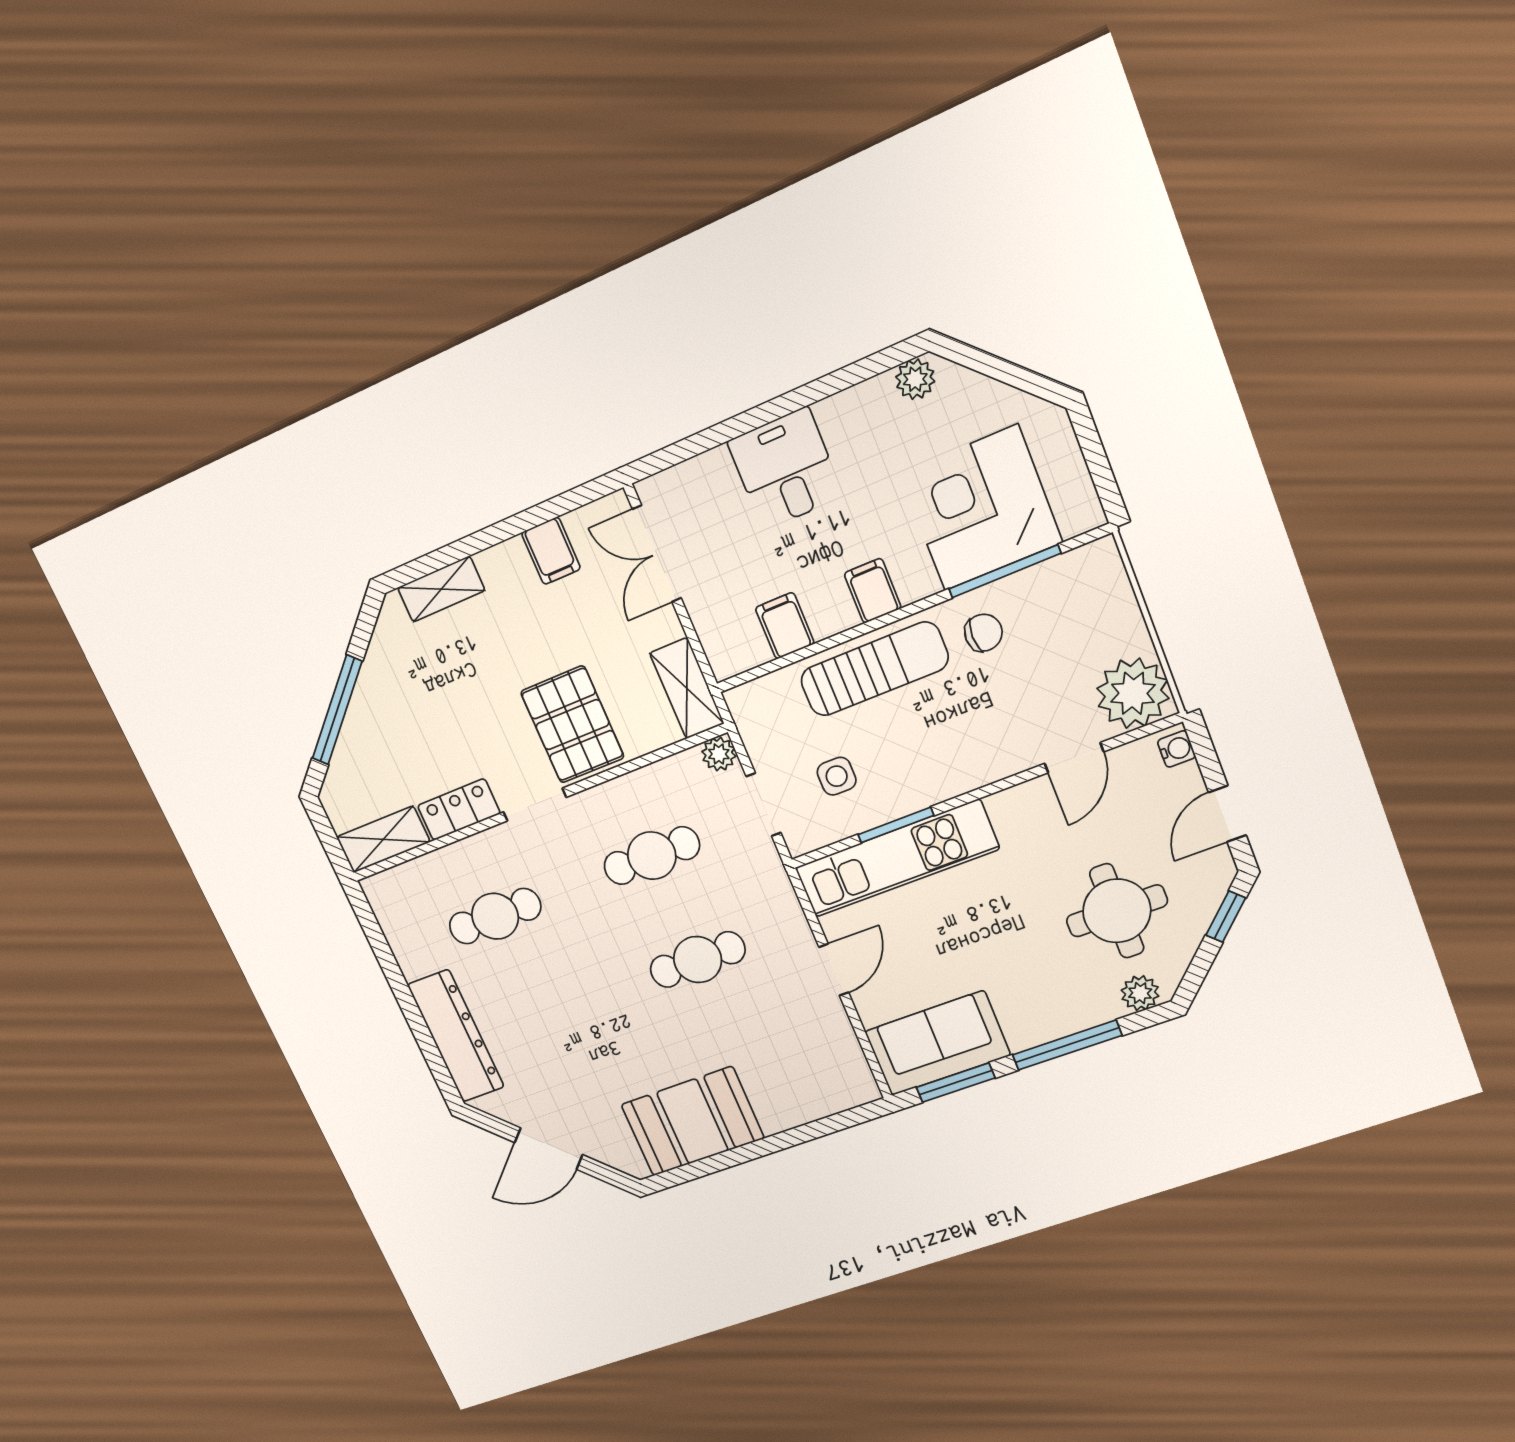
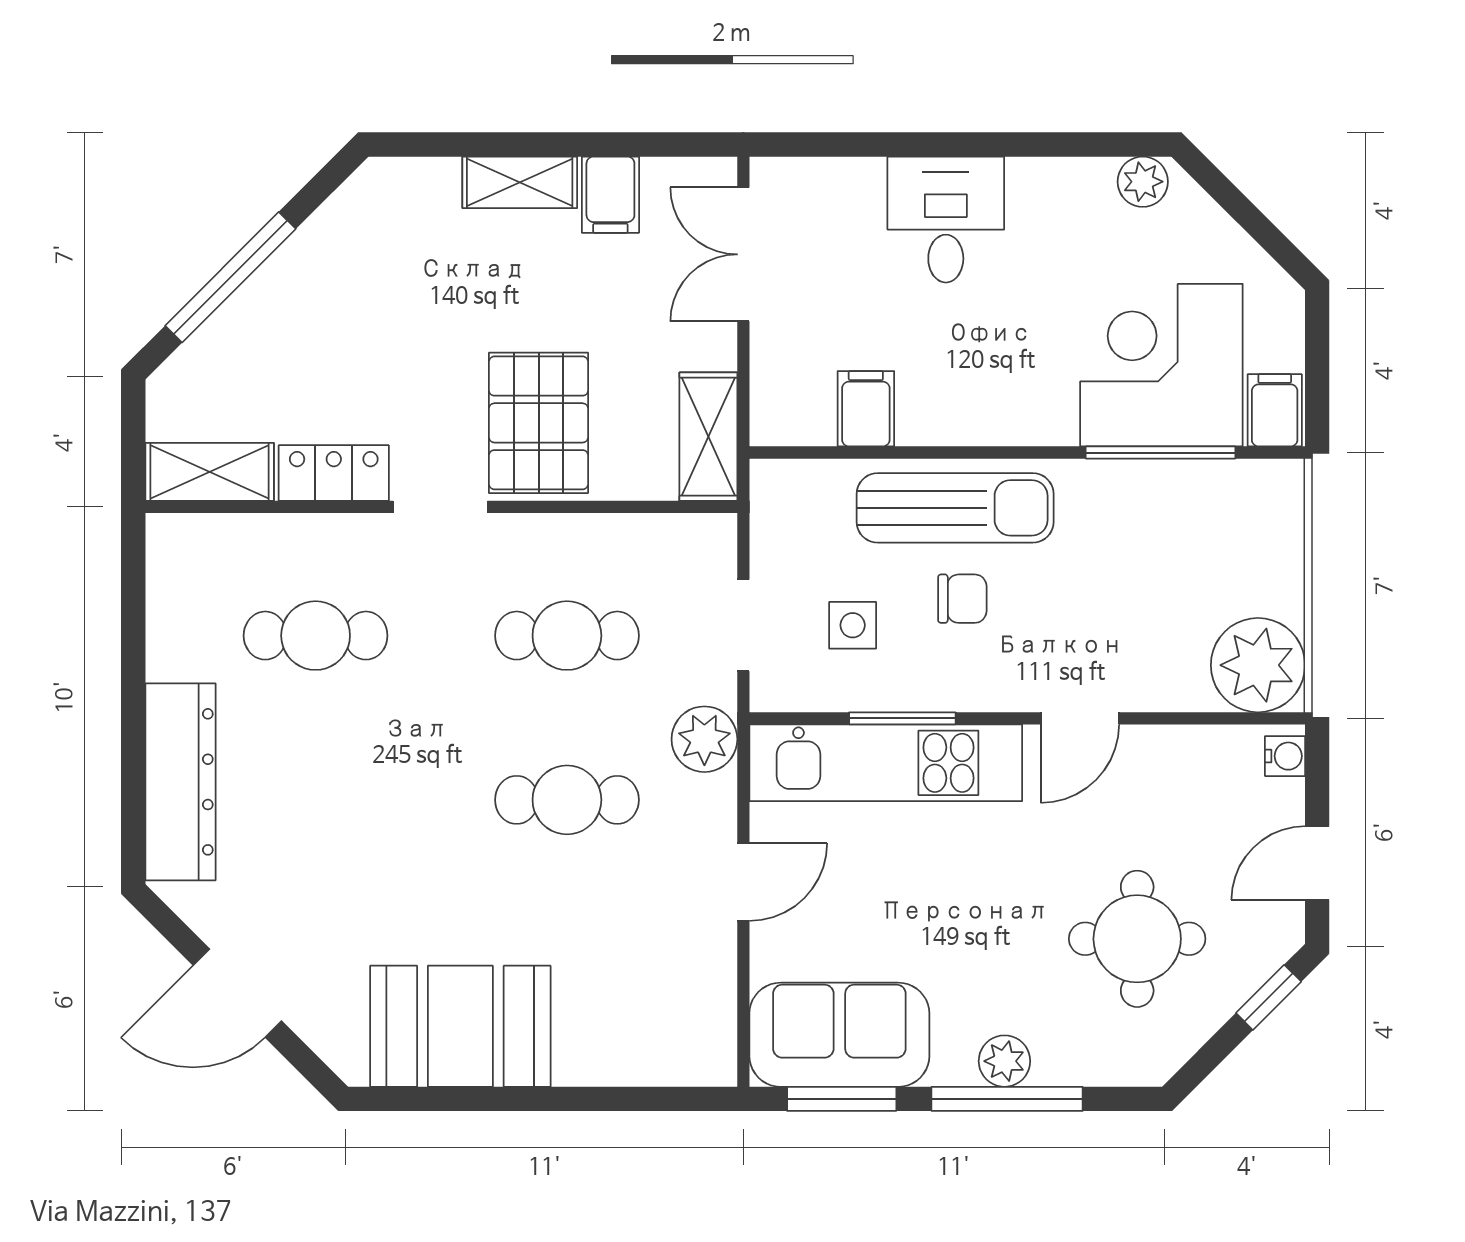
shelving: (441, 589) -> (520, 182), moved
filing cabinet: (873, 591) -> (1275, 410), moved
chair: (983, 633) -> (962, 599), moved
plant: (719, 754) -> (704, 739), moved, width x1.38, depth x1.38
door: (1074, 758) -> (1080, 718), moved
plant: (1140, 993) -> (1004, 1061), moved

